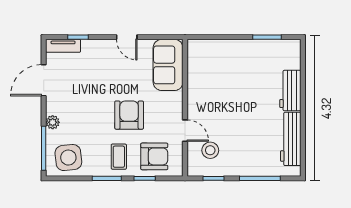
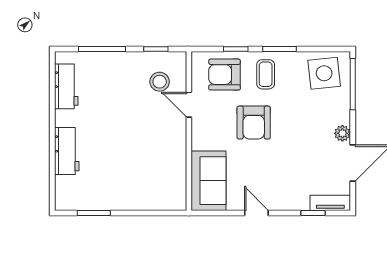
plant: (53, 122) -> (342, 133), moved
workbench: (291, 139) -> (66, 86), width x0.73

